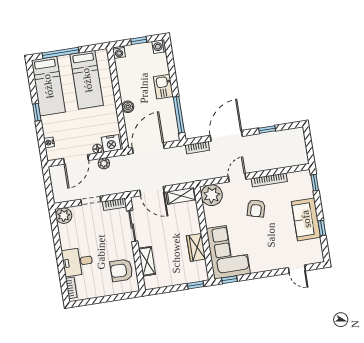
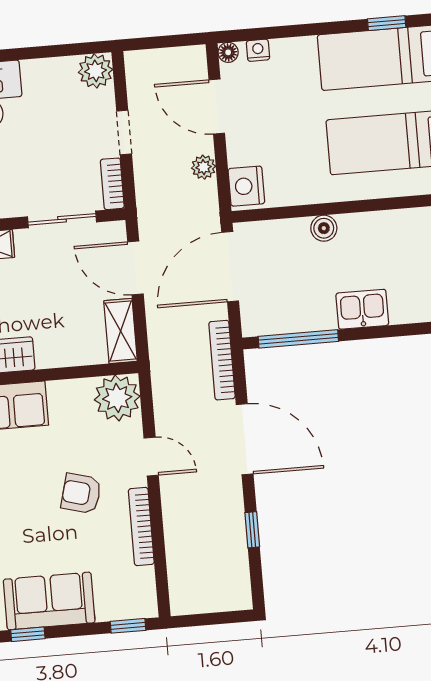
window: (37, 112) -> (387, 23), moved
door: (148, 148) -> (230, 267), swing flipped
bookcase: (197, 148) -> (222, 360), width x1.56
floor lamp: (98, 149) -> (228, 52), moved
door: (152, 191) -> (135, 268), hinge flipped

